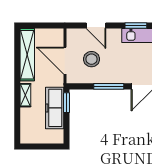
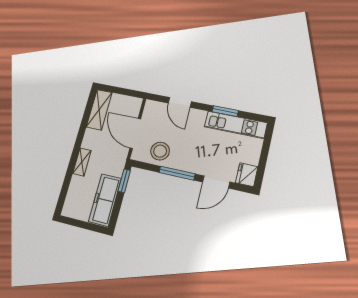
shelving: (27, 55) -> (99, 110), width x0.68
stool: (91, 59) -> (160, 151), moved
freezer: (55, 108) -> (105, 200), moved

